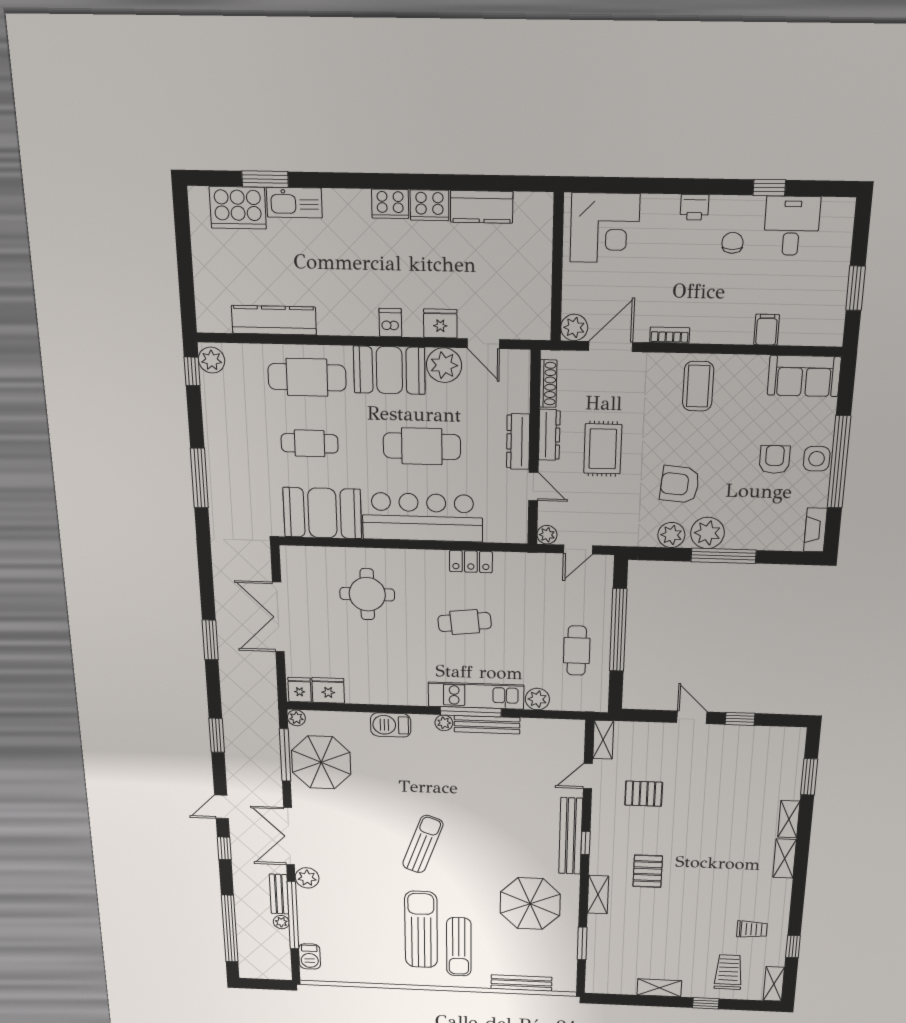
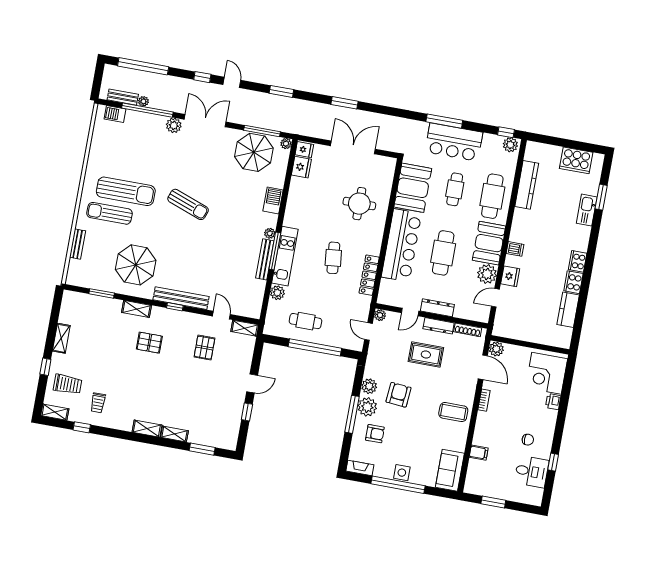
printer: (695, 207) -> (553, 402), moved
cooker: (238, 208) -> (576, 160), moved, turned -90
bar counter: (230, 457) -> (454, 142), added
armchair: (775, 459) -> (375, 434), moved
locker: (471, 562) -> (369, 275), width x1.53
bench: (279, 894) -> (123, 97), moved
bench: (521, 983) -> (78, 244), width x0.73

